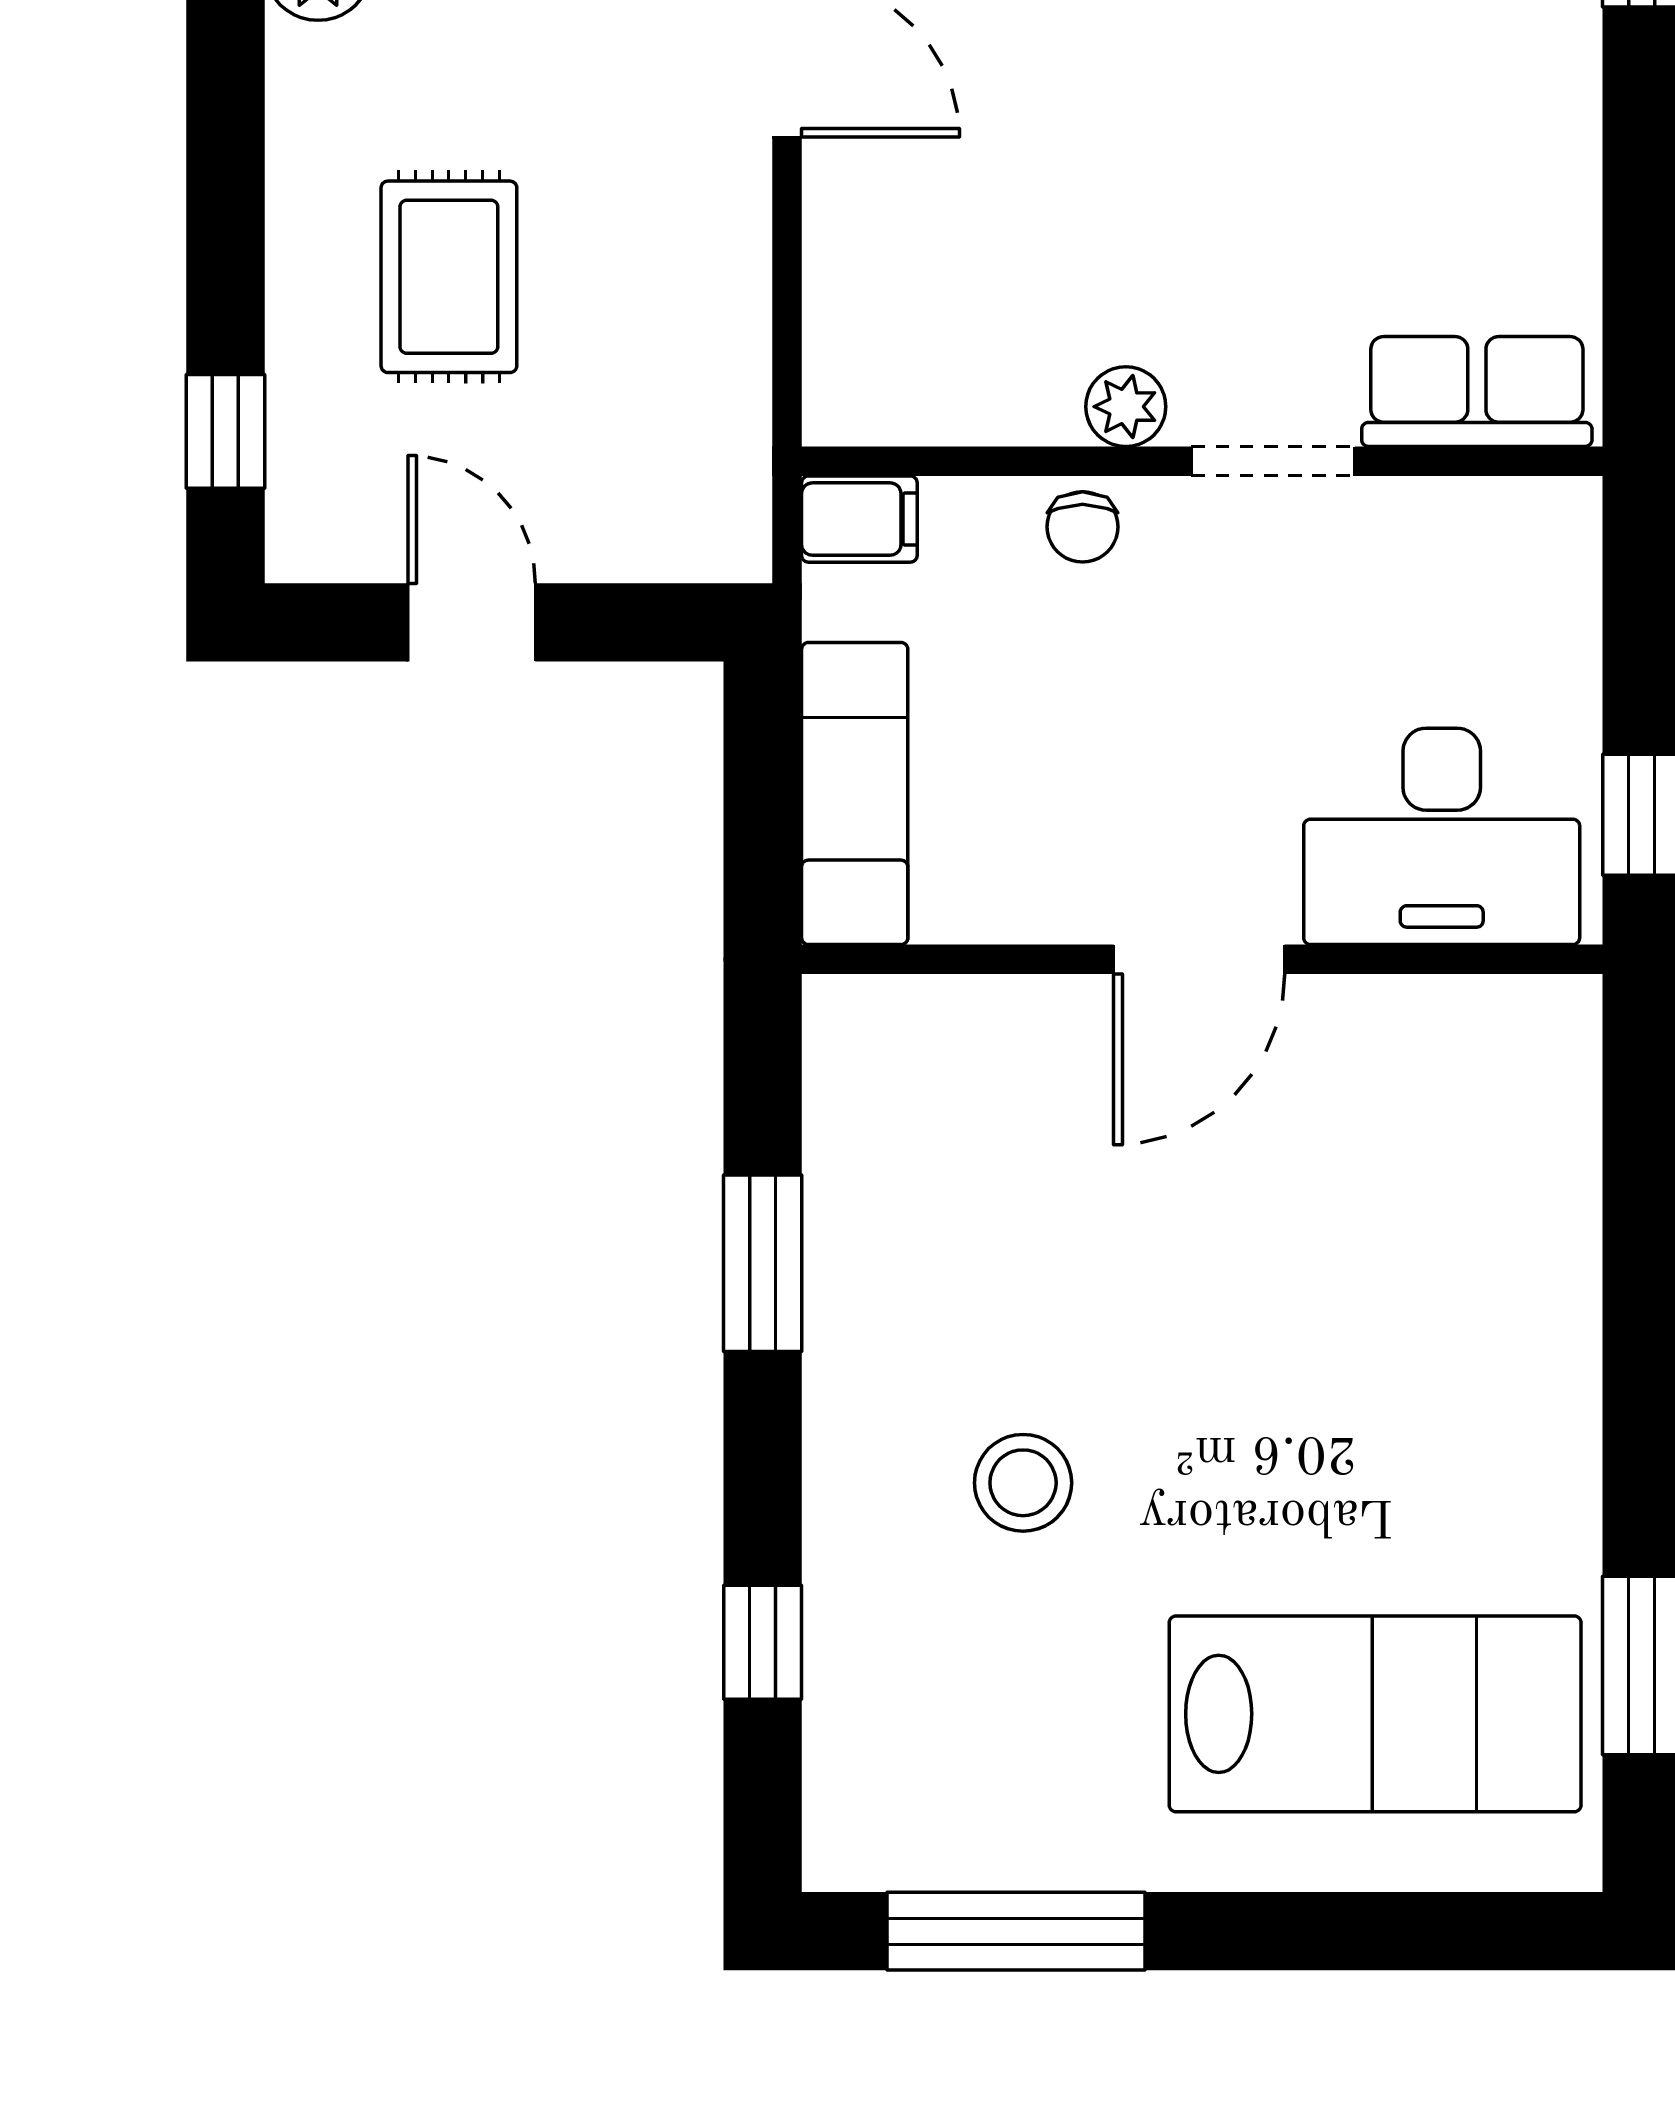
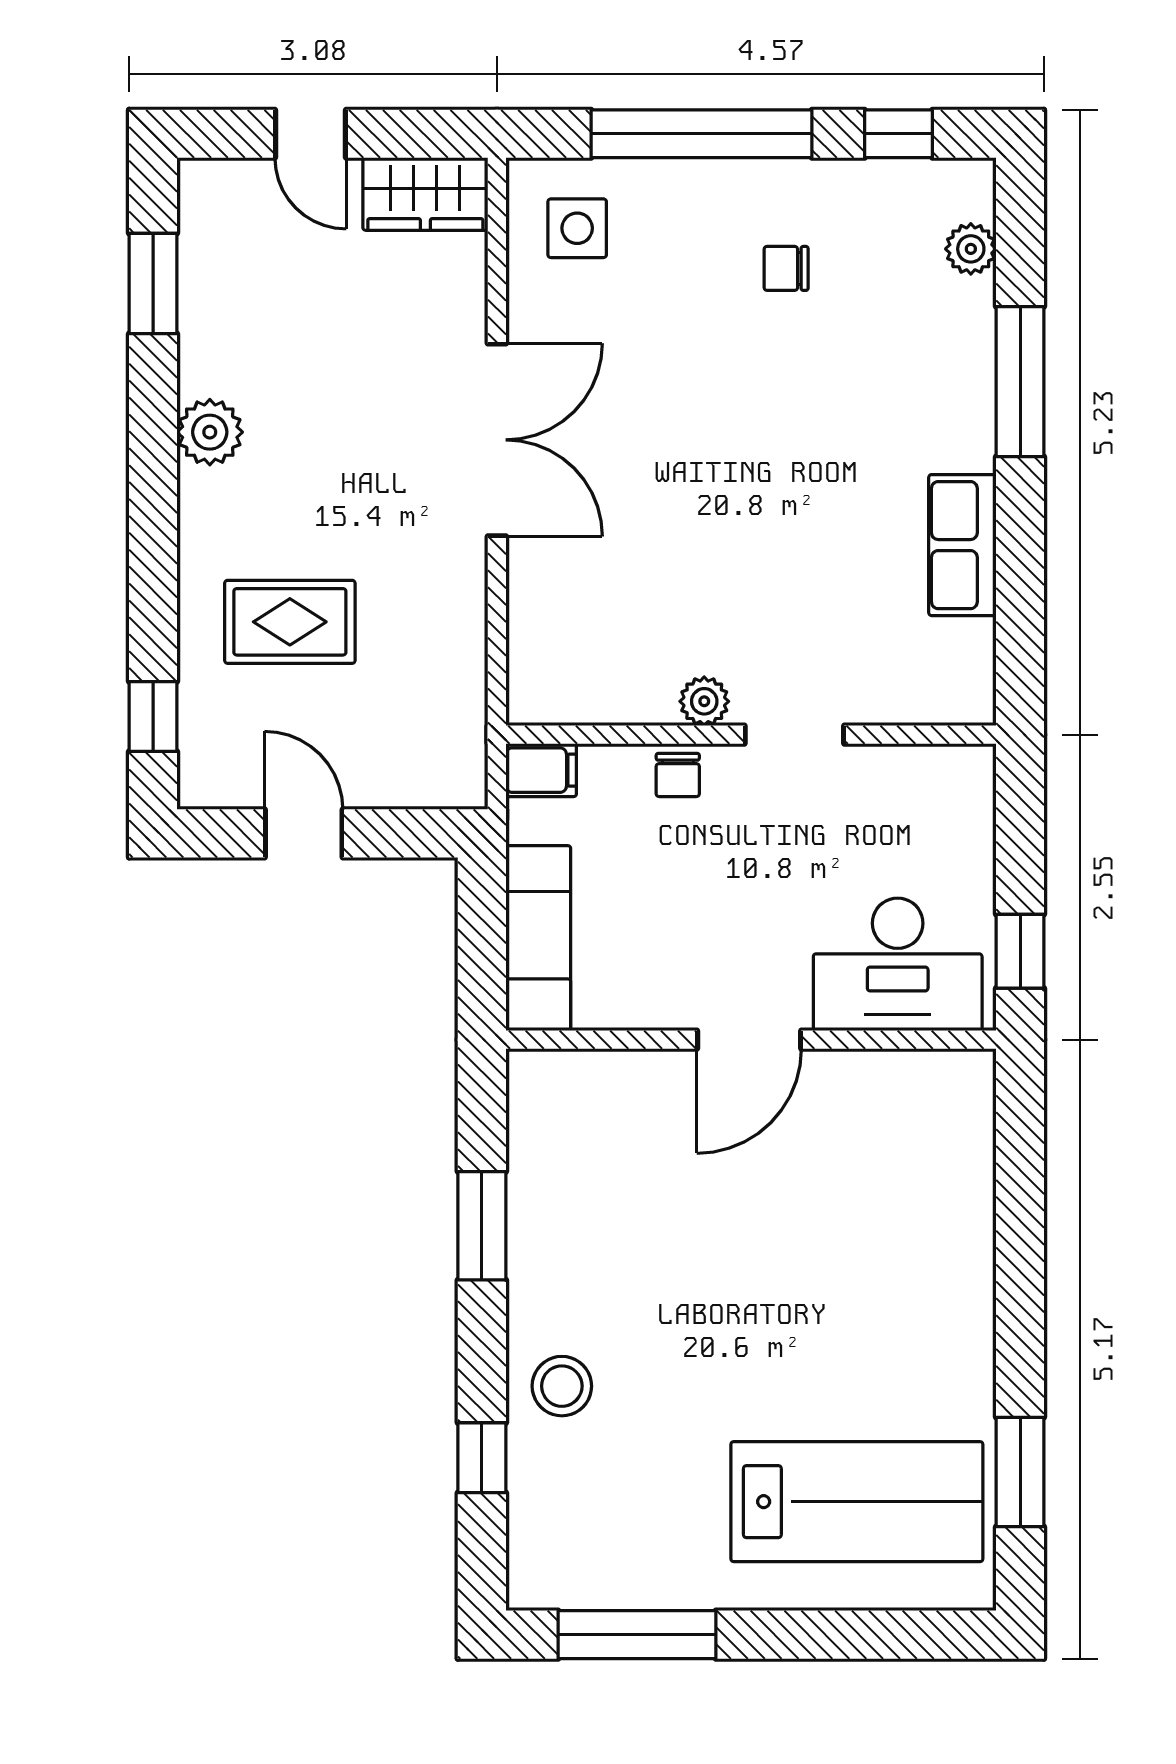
rug: (449, 277) -> (290, 622), turned 90
row of seats: (1477, 391) -> (962, 545), moved, turned -90
stool: (1023, 1483) -> (562, 1386), moved

